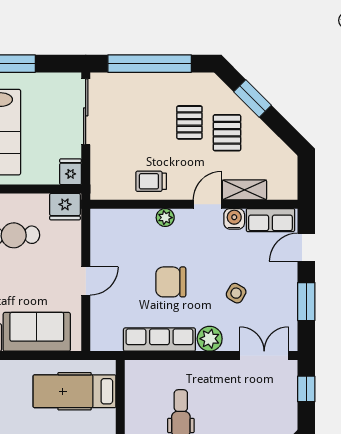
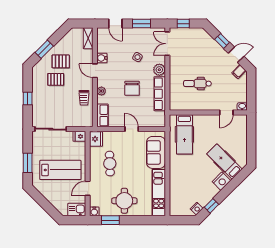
window: (150, 64) -> (28, 98), width x0.32
shelving: (244, 190) -> (88, 38), moved
row of seats: (270, 220) -> (102, 115), moved

